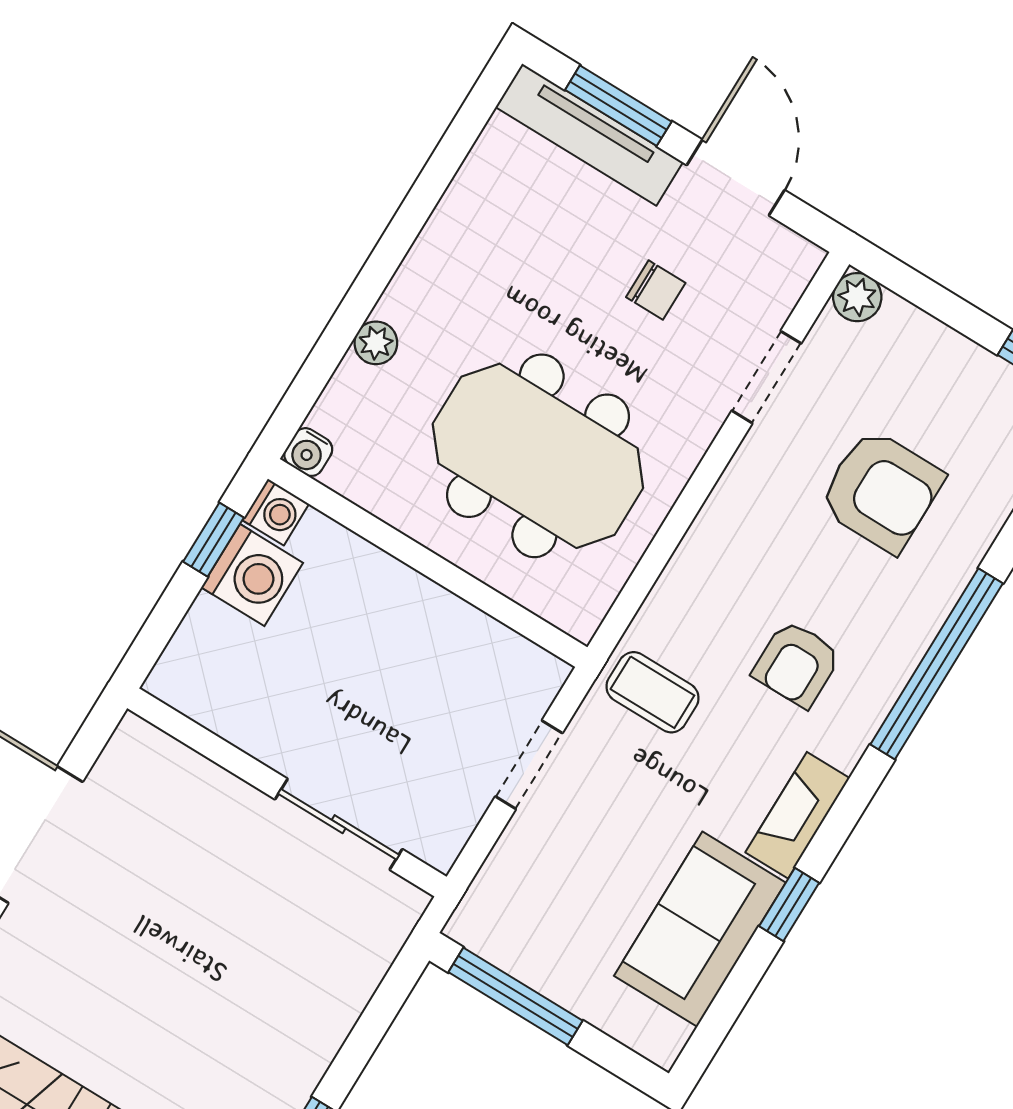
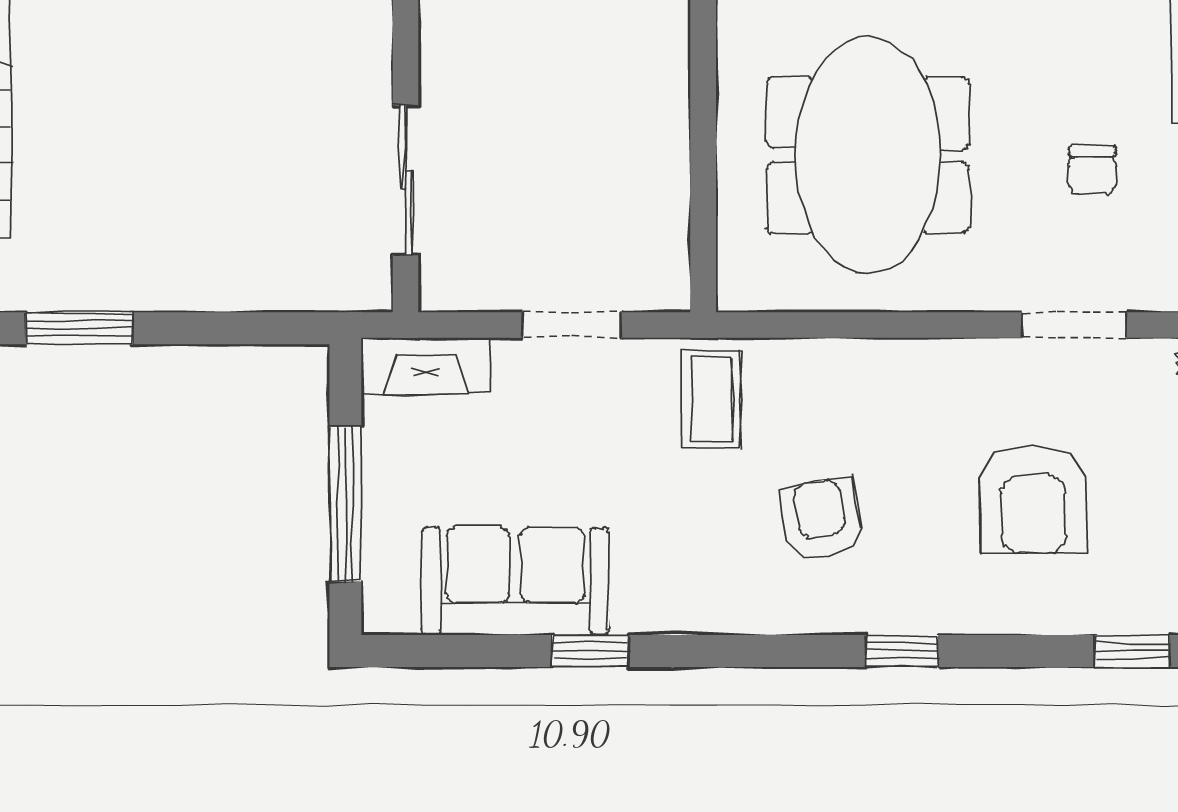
armchair: (797, 664) -> (821, 519), turned 80
window: (937, 664) -> (902, 651), width x0.32
fireplace: (798, 815) -> (426, 366), moved, turned 180
window: (515, 996) -> (345, 504), moved

